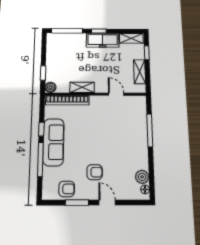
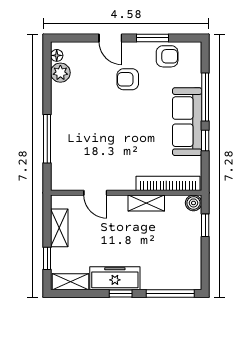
armchair: (67, 189) -> (167, 56), turned 180

